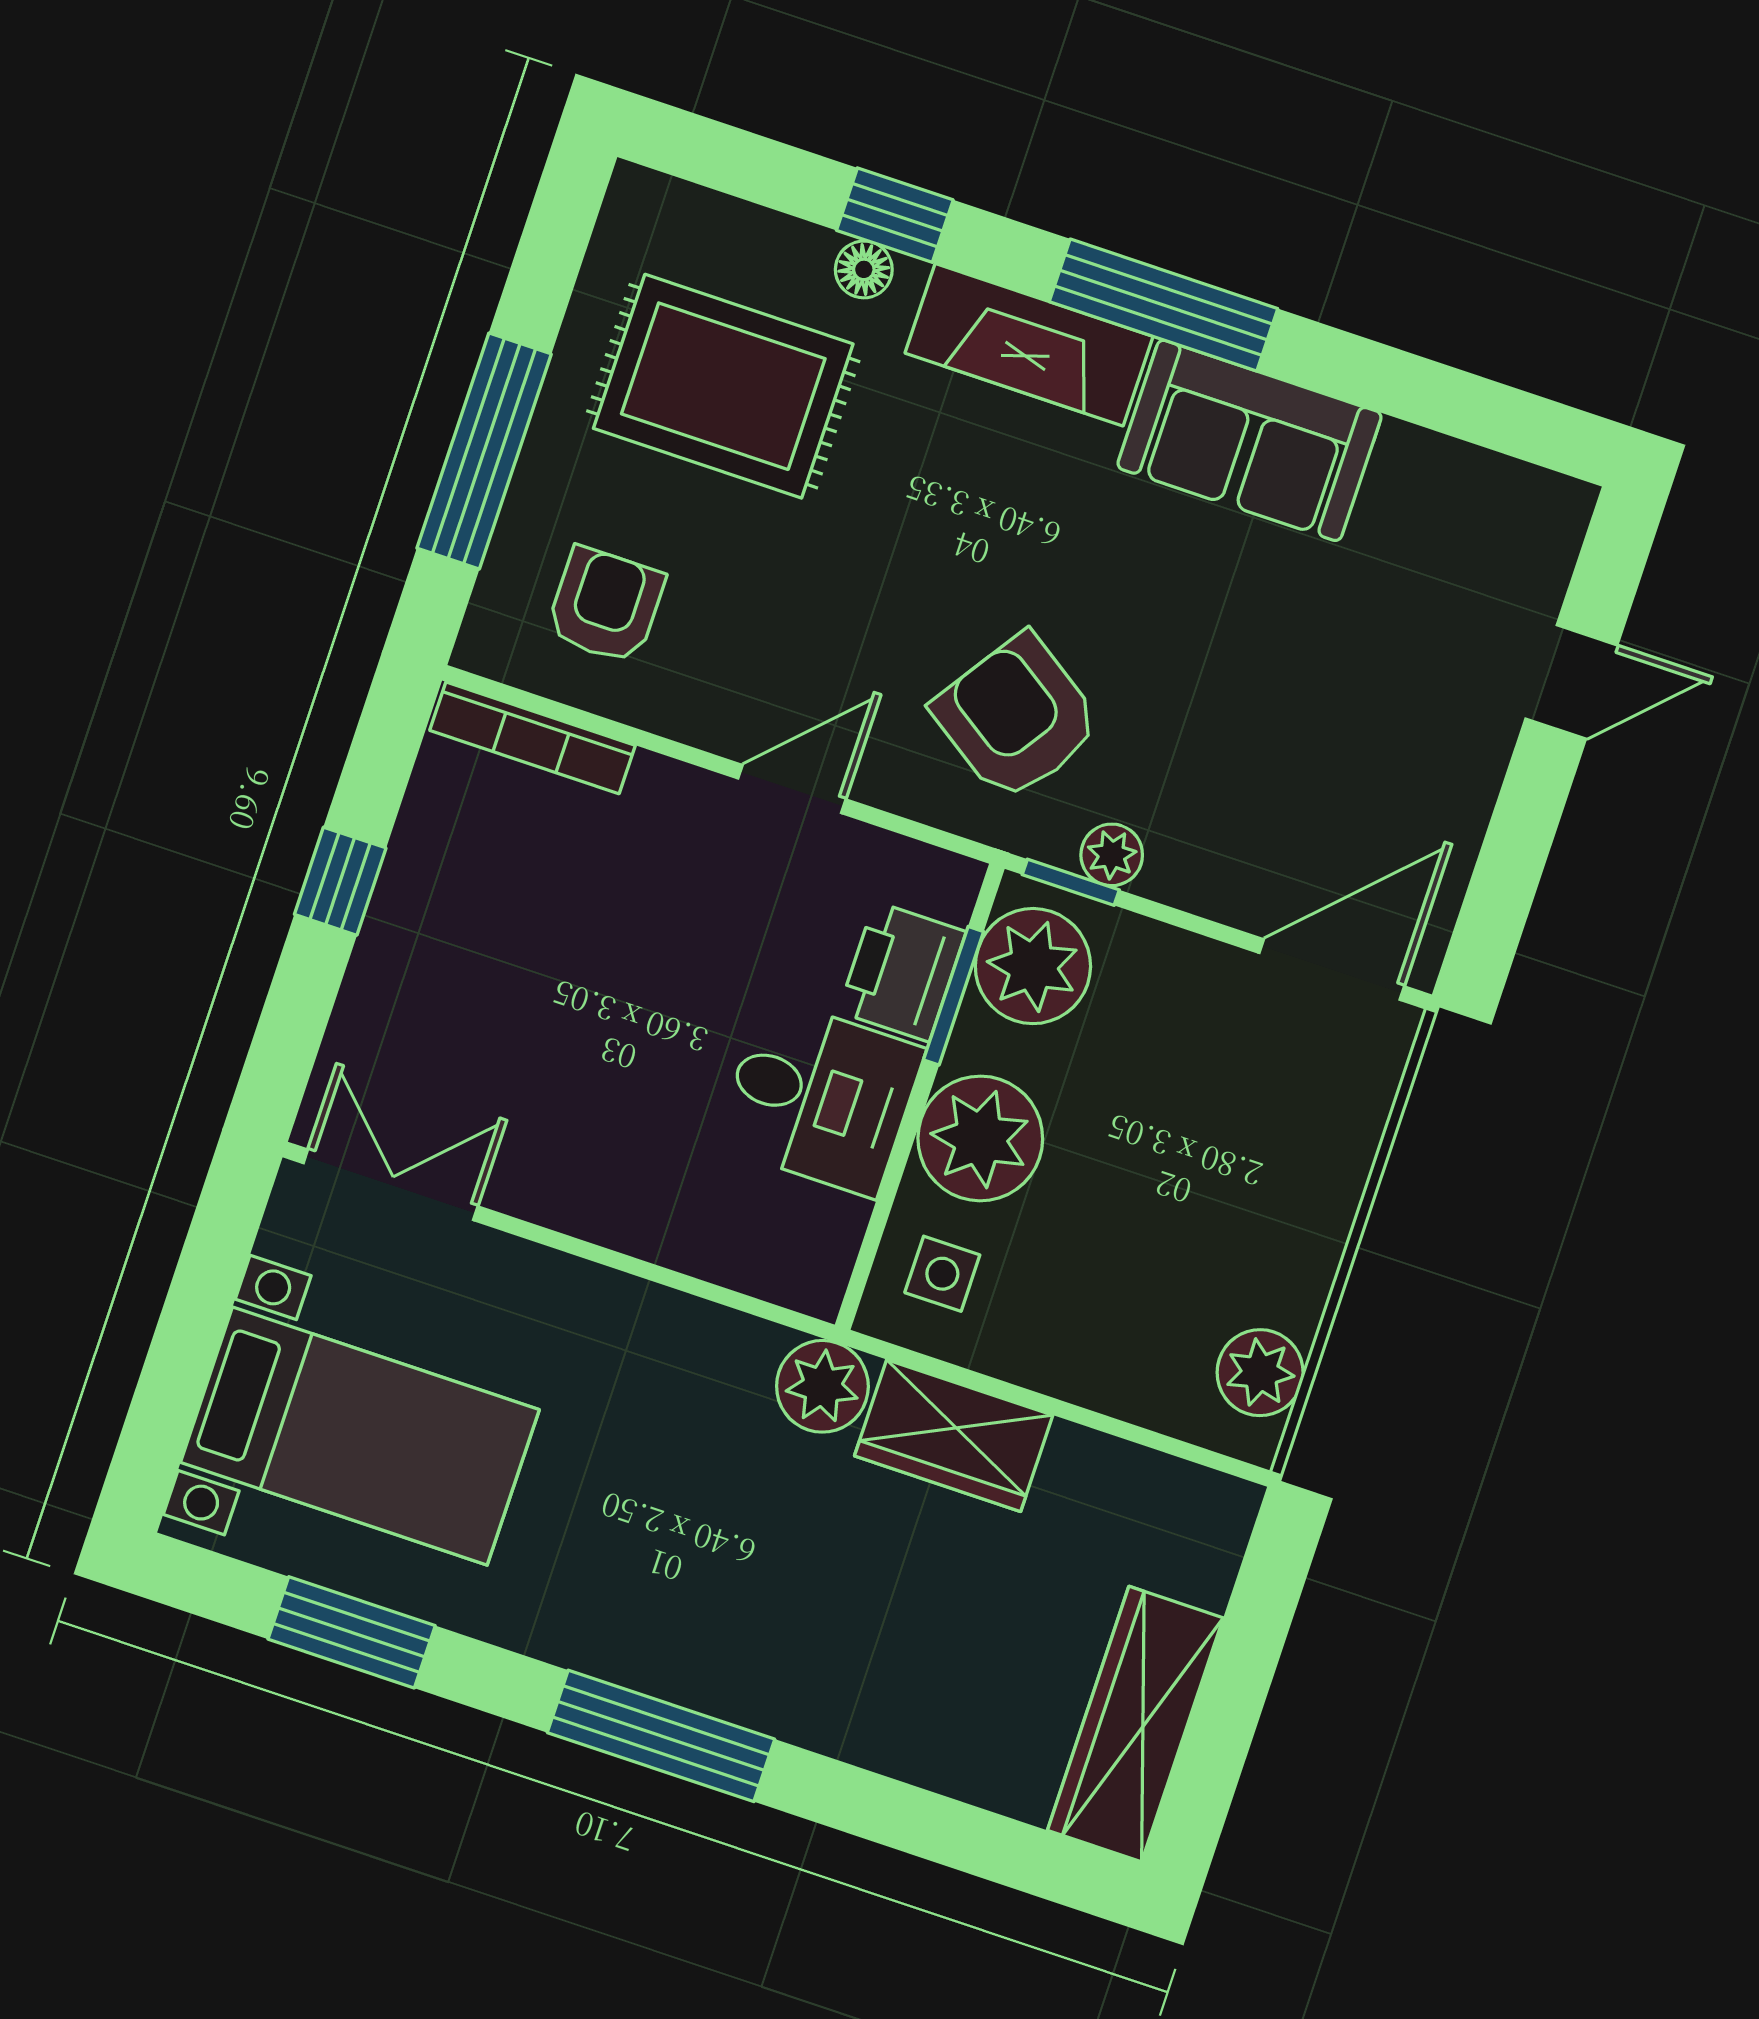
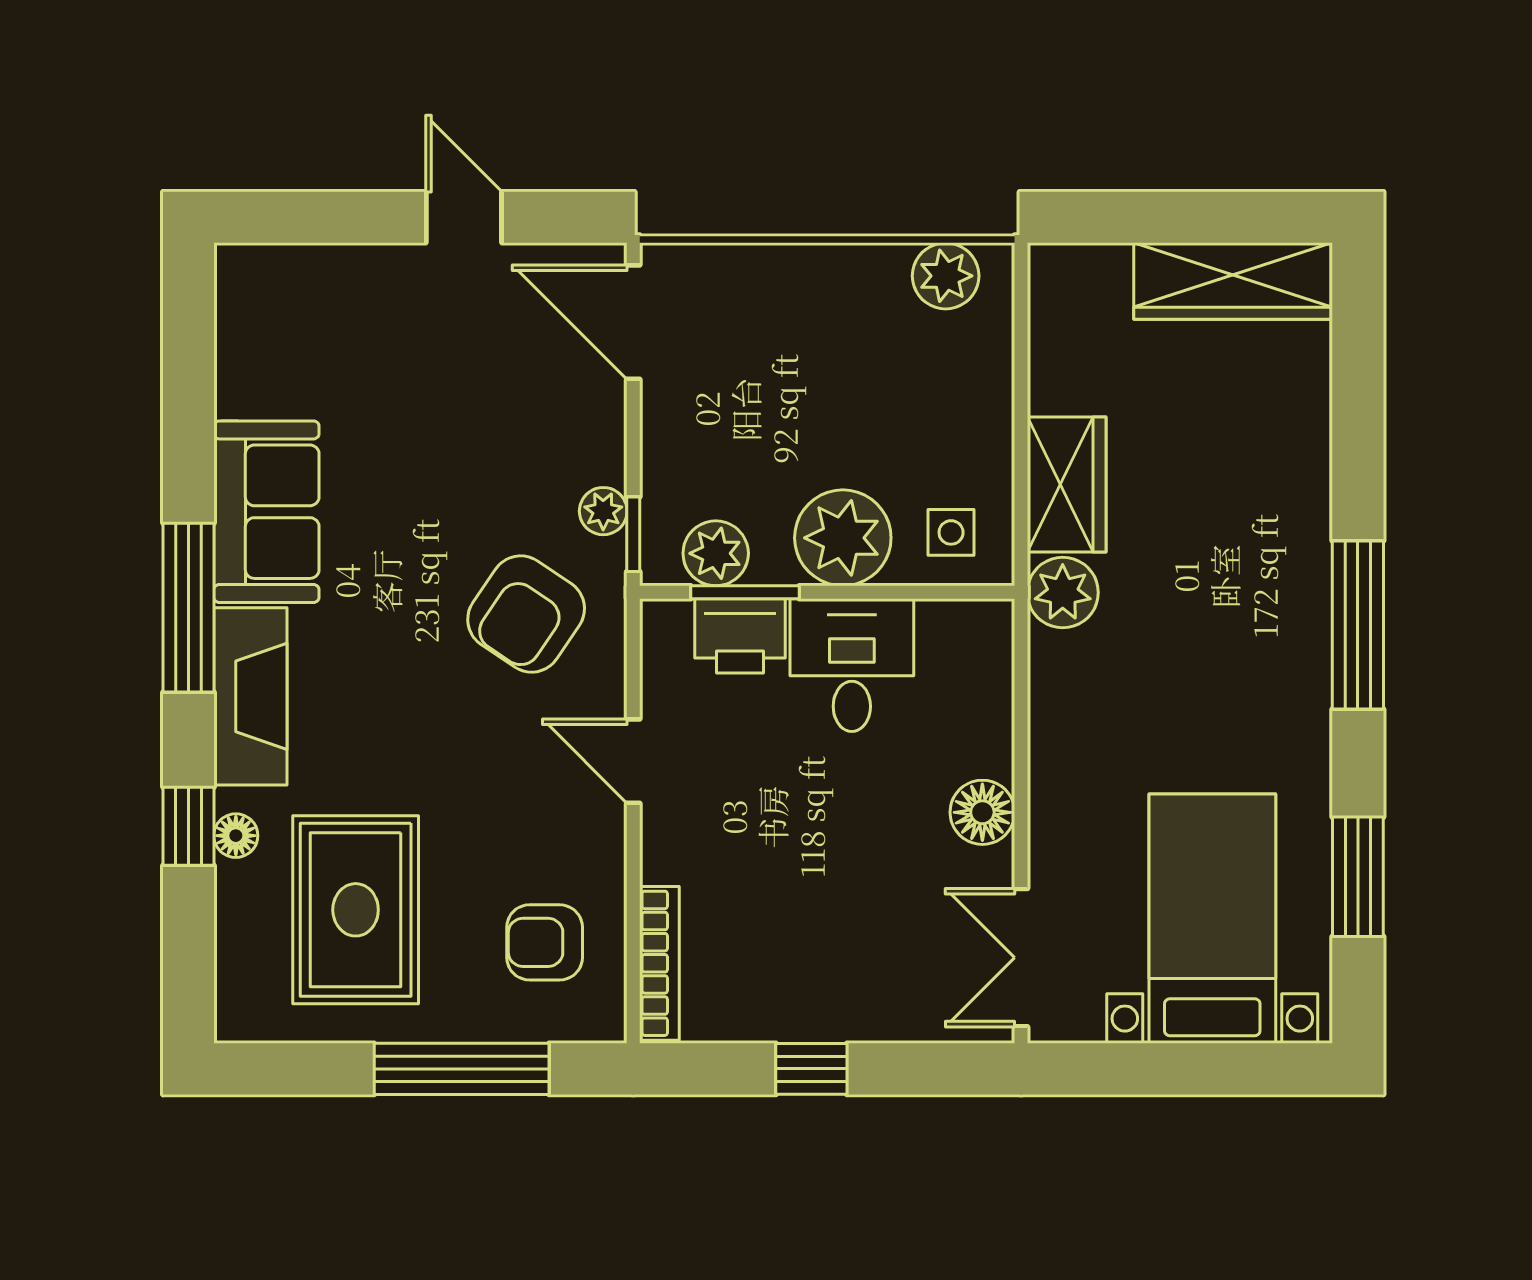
door: (1571, 682) -> (464, 217), moved
plant: (1033, 966) -> (716, 553), width x0.73, depth x0.73
floor lamp: (585, 1197) -> (982, 812), added

